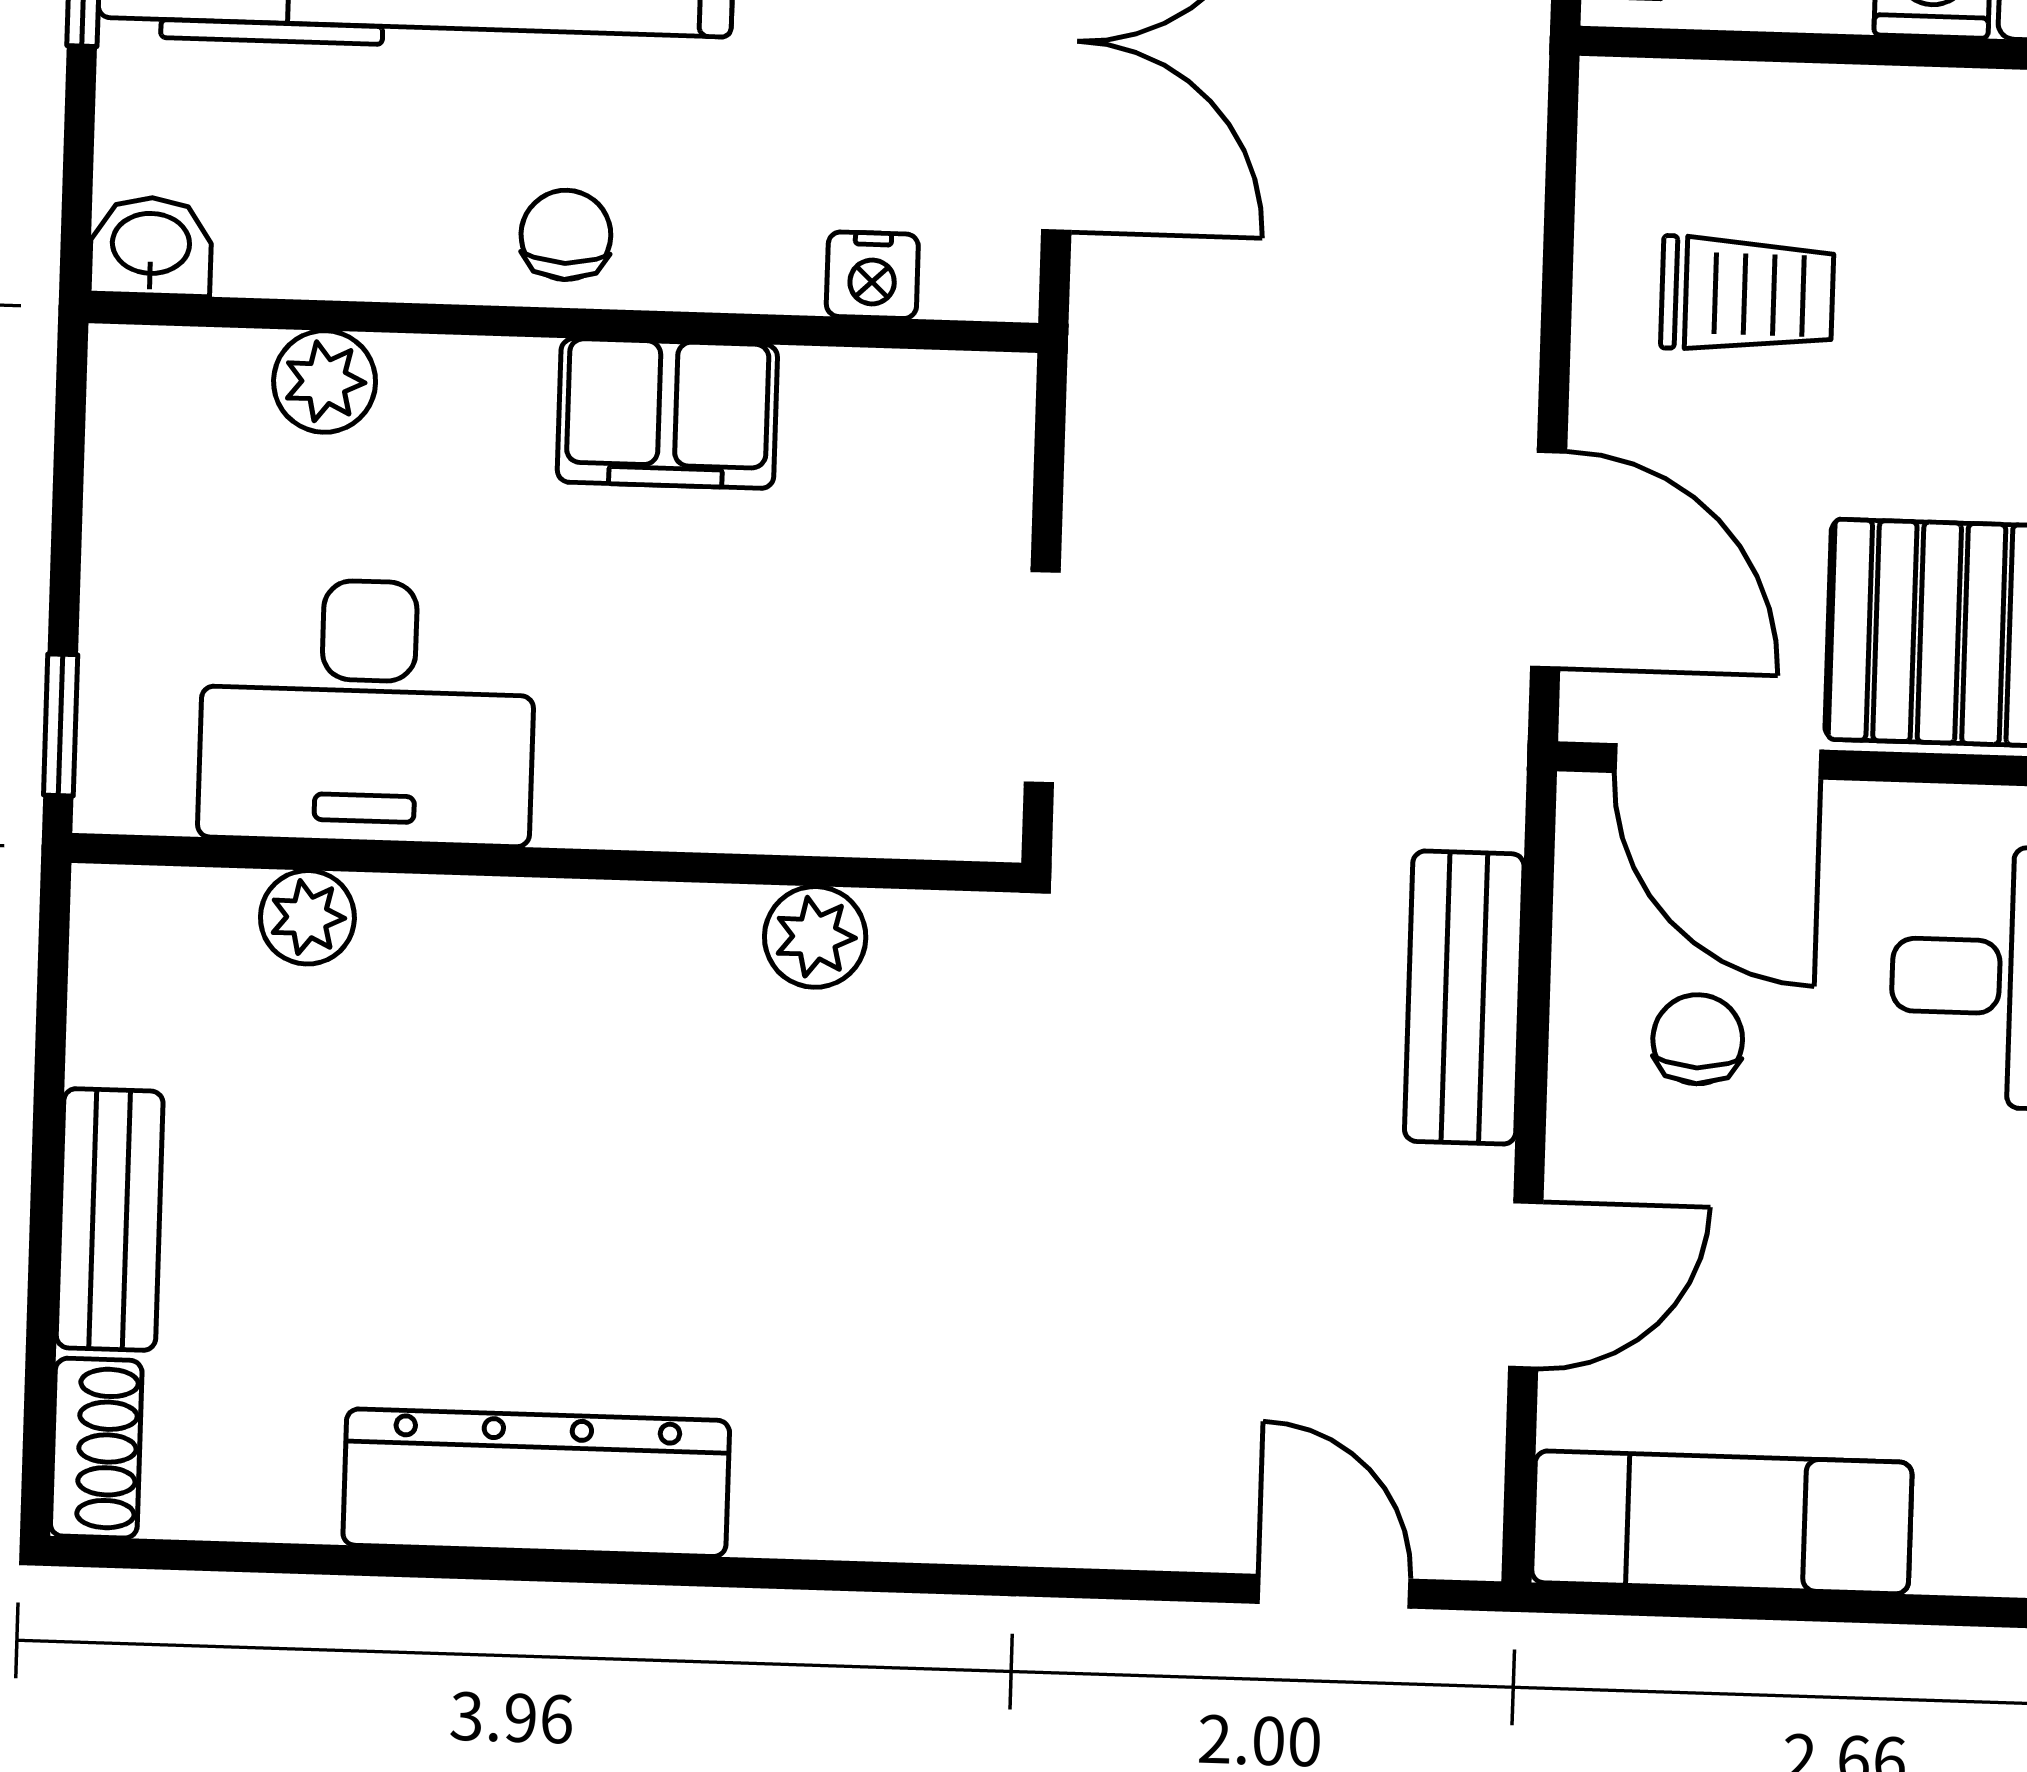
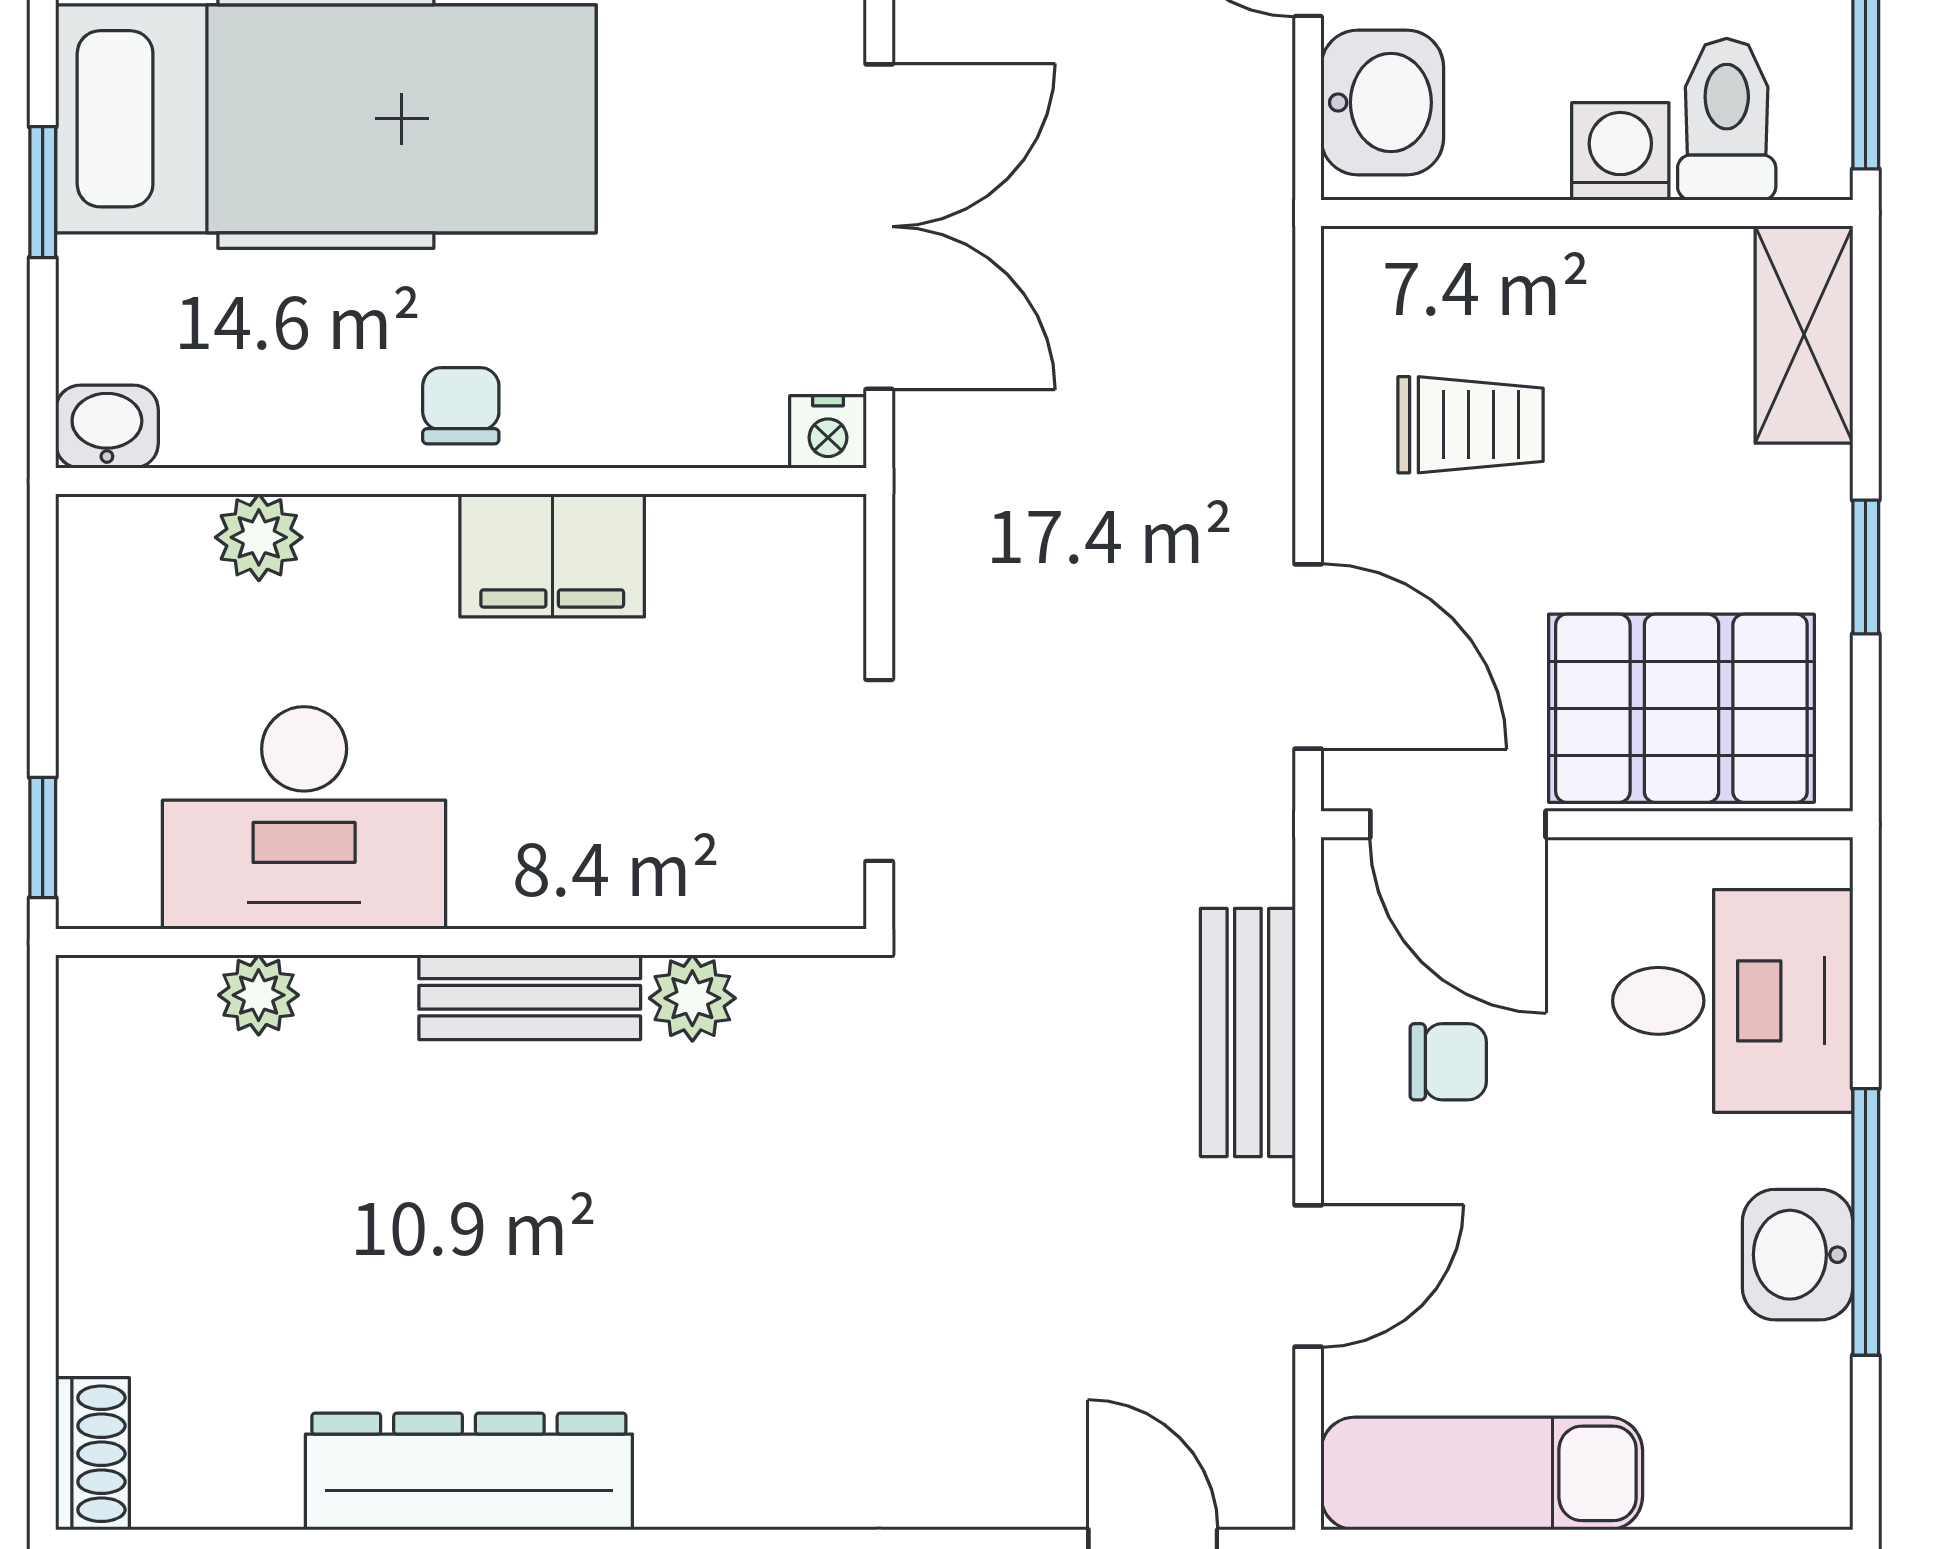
nightstand: (872, 275) -> (828, 432), moved
chair: (1698, 1039) -> (1448, 1062), turned 90
bench: (110, 1220) -> (530, 997), moved, turned 90

